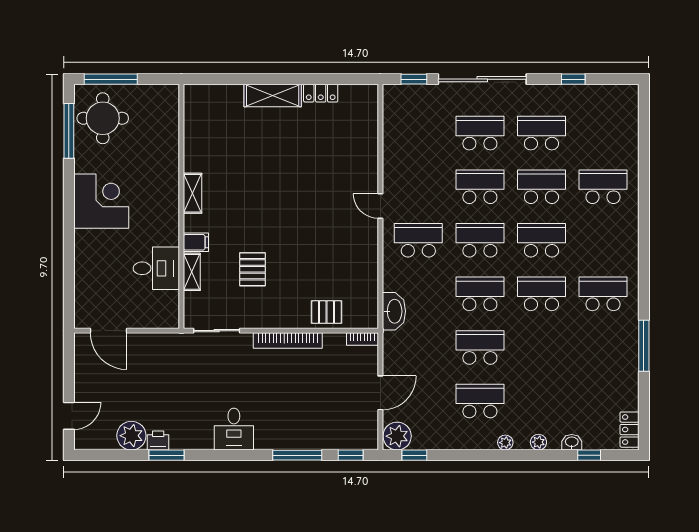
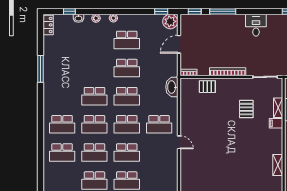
shelving: (192, 193) -> (278, 165), moved
school desk: (603, 294) -> (62, 124), moved

